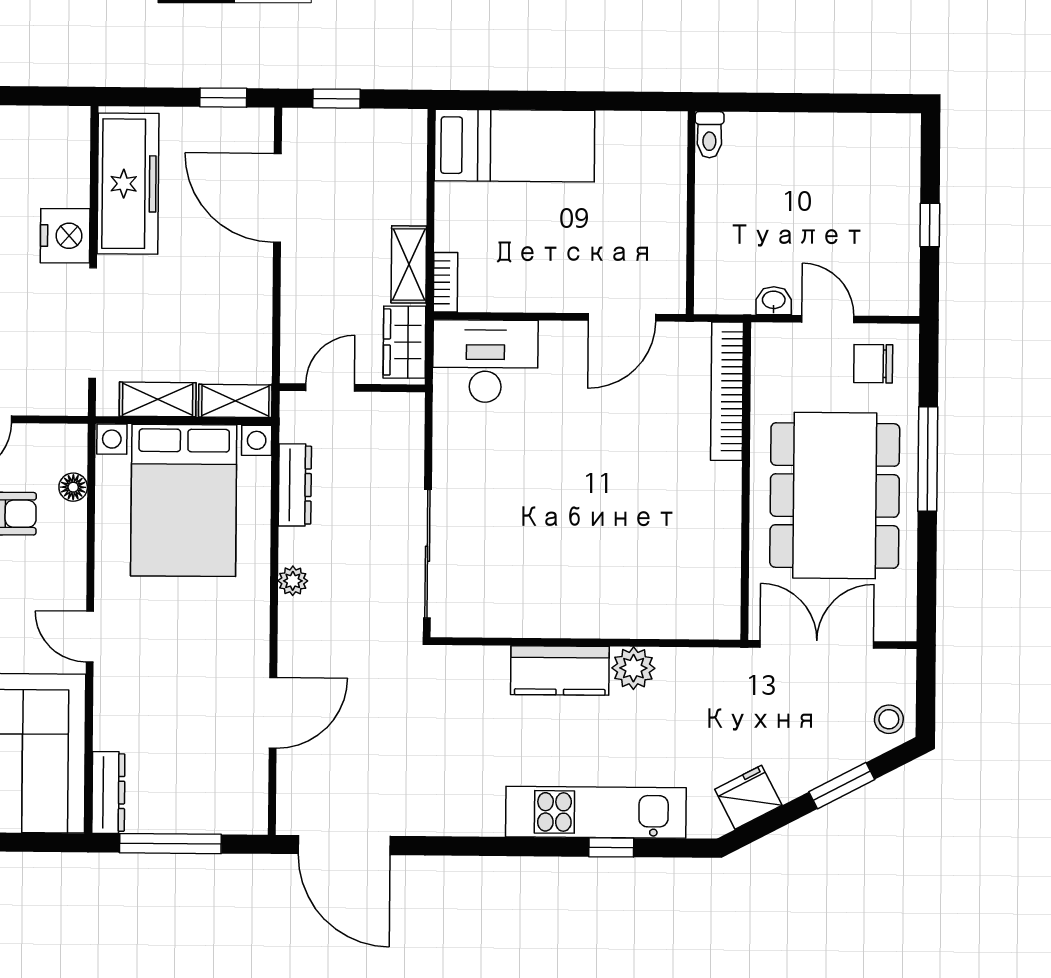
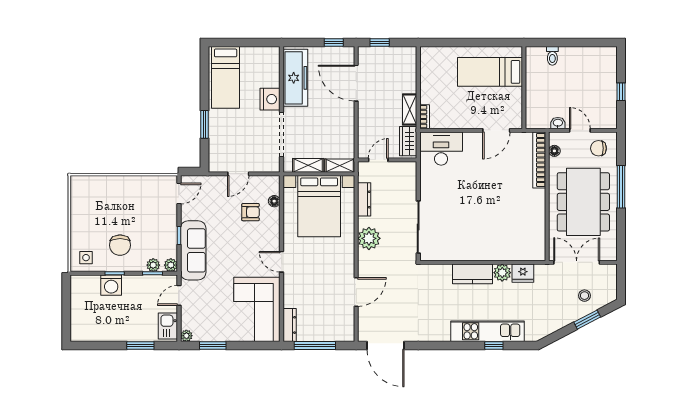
toilet: (709, 135) -> (552, 56), moved
bed: (515, 146) -> (490, 72), moved, turned 180
floor lamp: (765, 369) -> (554, 151), added
plant: (293, 581) -> (369, 238), width x1.88, depth x1.88
stool: (889, 719) -> (584, 296), moved
fridge: (748, 797) -> (523, 273), moved, turned -152

